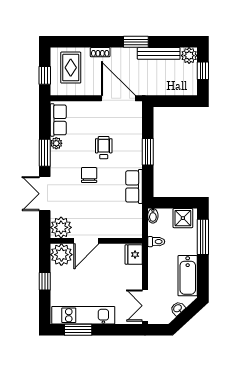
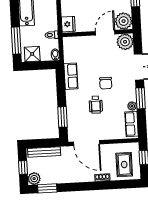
window: (136, 42) -> (47, 188), moved
bench: (159, 53) -> (44, 152), moved
window: (148, 152) -> (63, 117), moved

